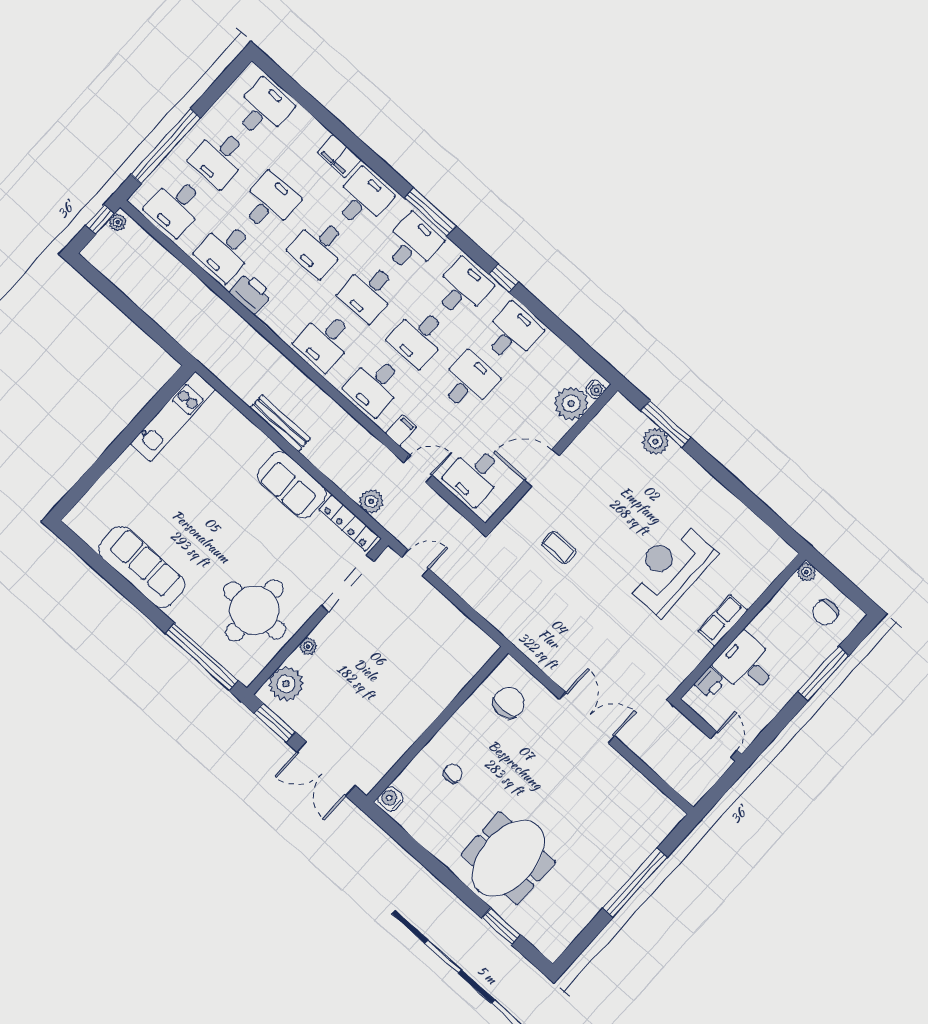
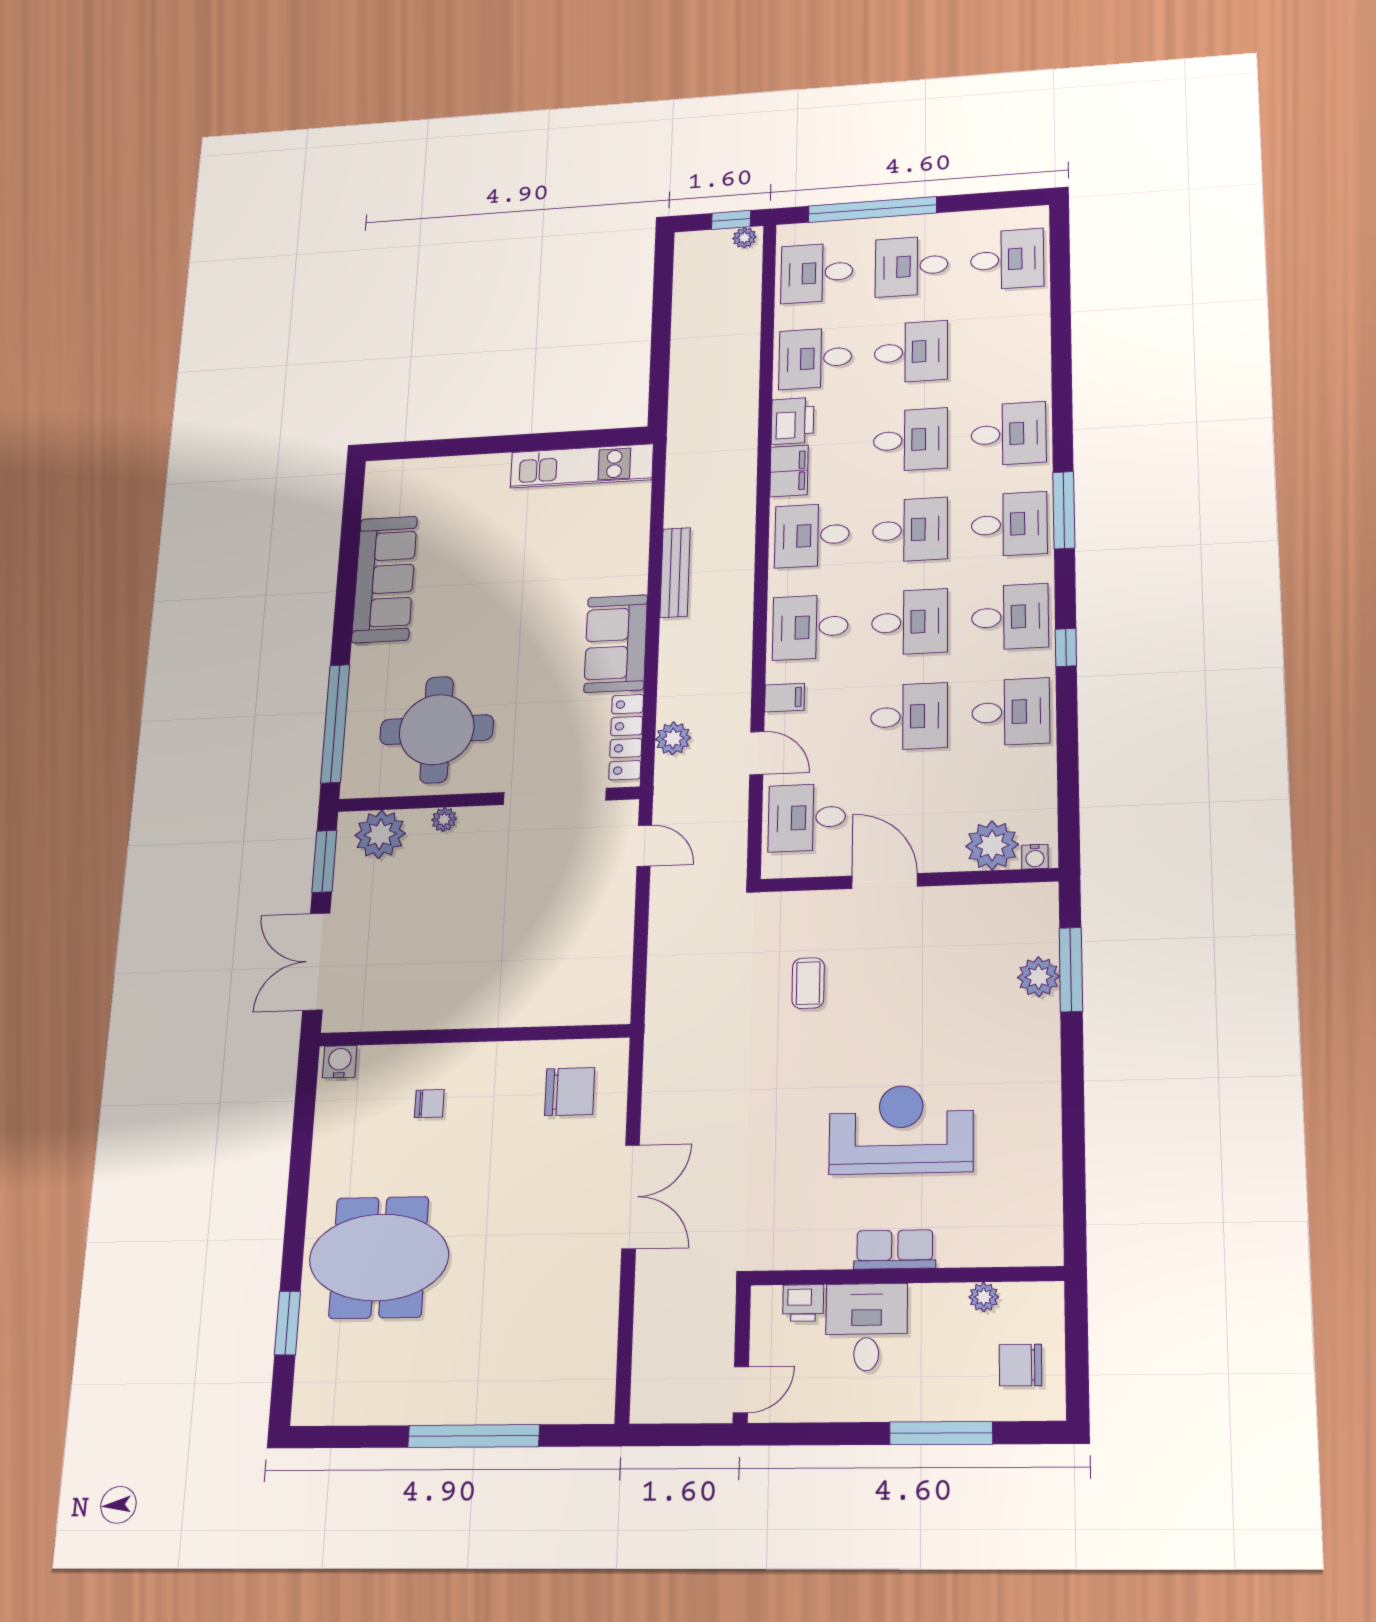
filing cabinet: (339, 156) -> (789, 471), moved, turned 180
desk: (319, 247) -> (911, 440), turned 180
desk: (369, 292) -> (910, 530), turned 180
desk: (418, 337) -> (910, 622), turned 180
plant: (807, 572) -> (984, 1297), moved

